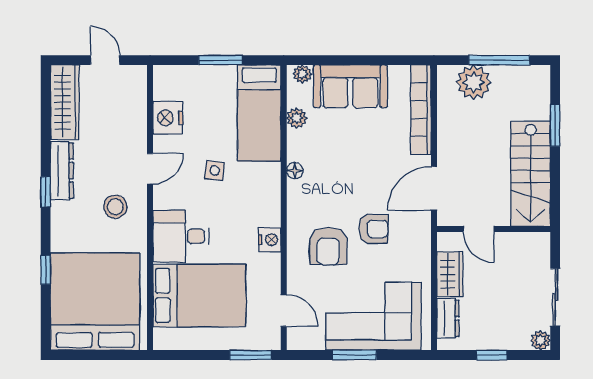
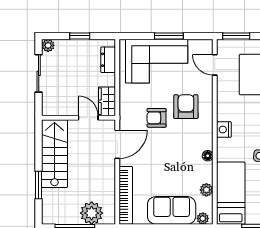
nightstand: (270, 240) -> (224, 130), moved
wardrobe: (450, 274) -> (107, 101), moved

